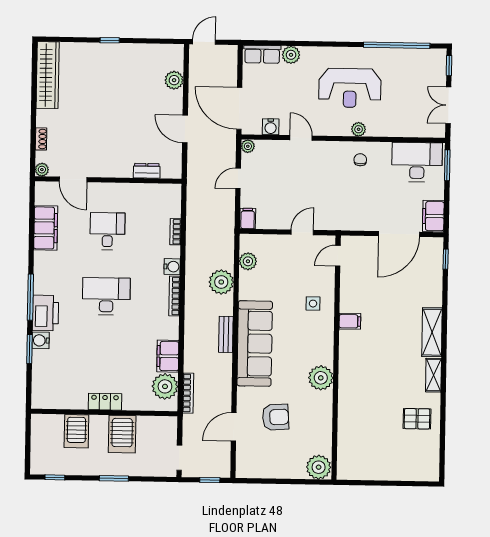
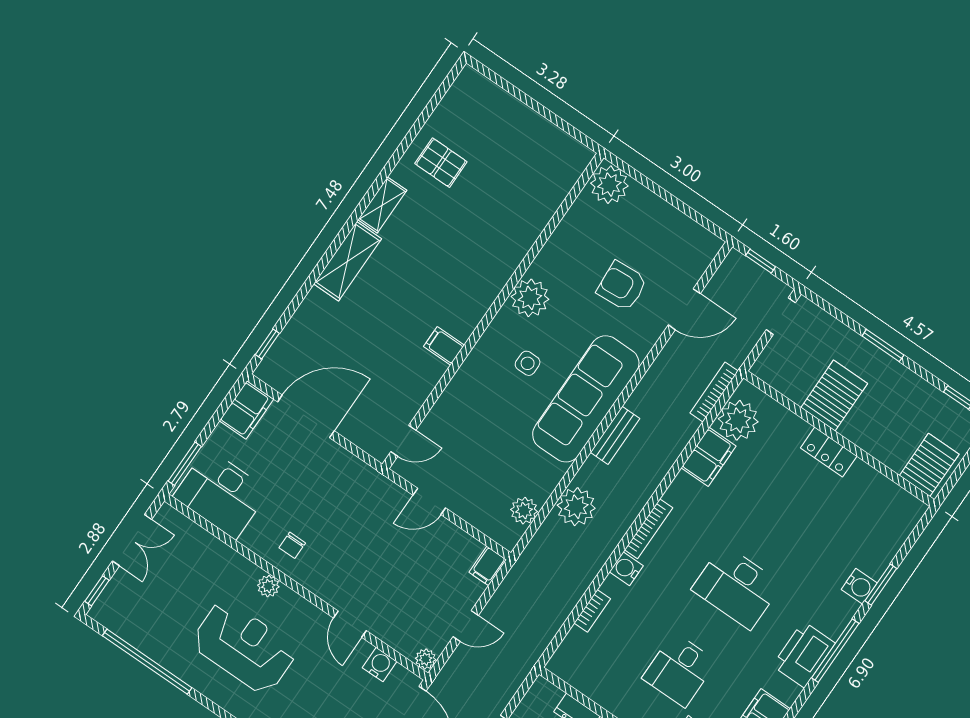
side table: (313, 304) -> (528, 363), moved
printer: (45, 313) -> (804, 655), moved
server rack: (76, 431) -> (929, 465), moved

